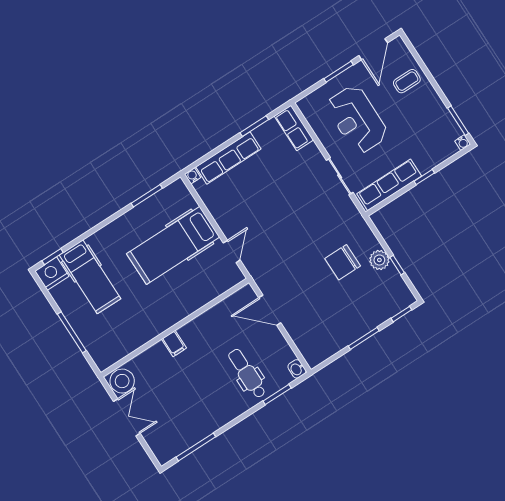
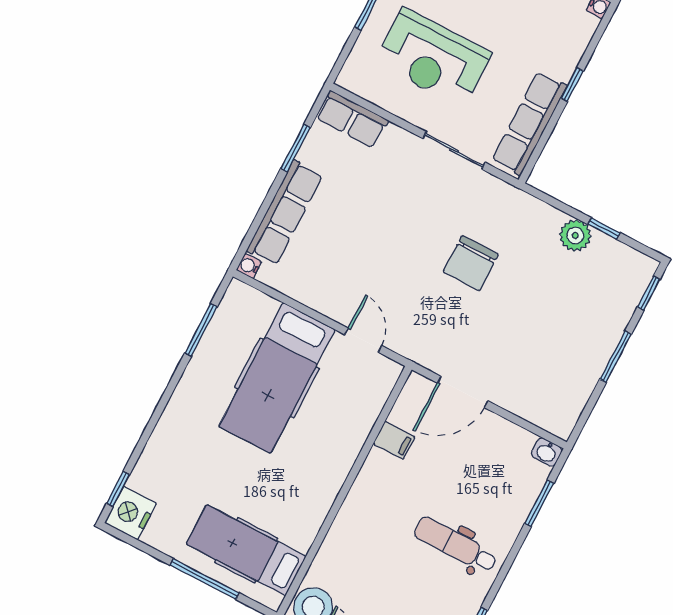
chair: (343, 262) -> (471, 263), moved
hospital bed: (90, 277) -> (246, 550), moved, turned 180
filing cabinet: (174, 344) -> (394, 440), moved
dental chair: (247, 374) -> (455, 545), moved

